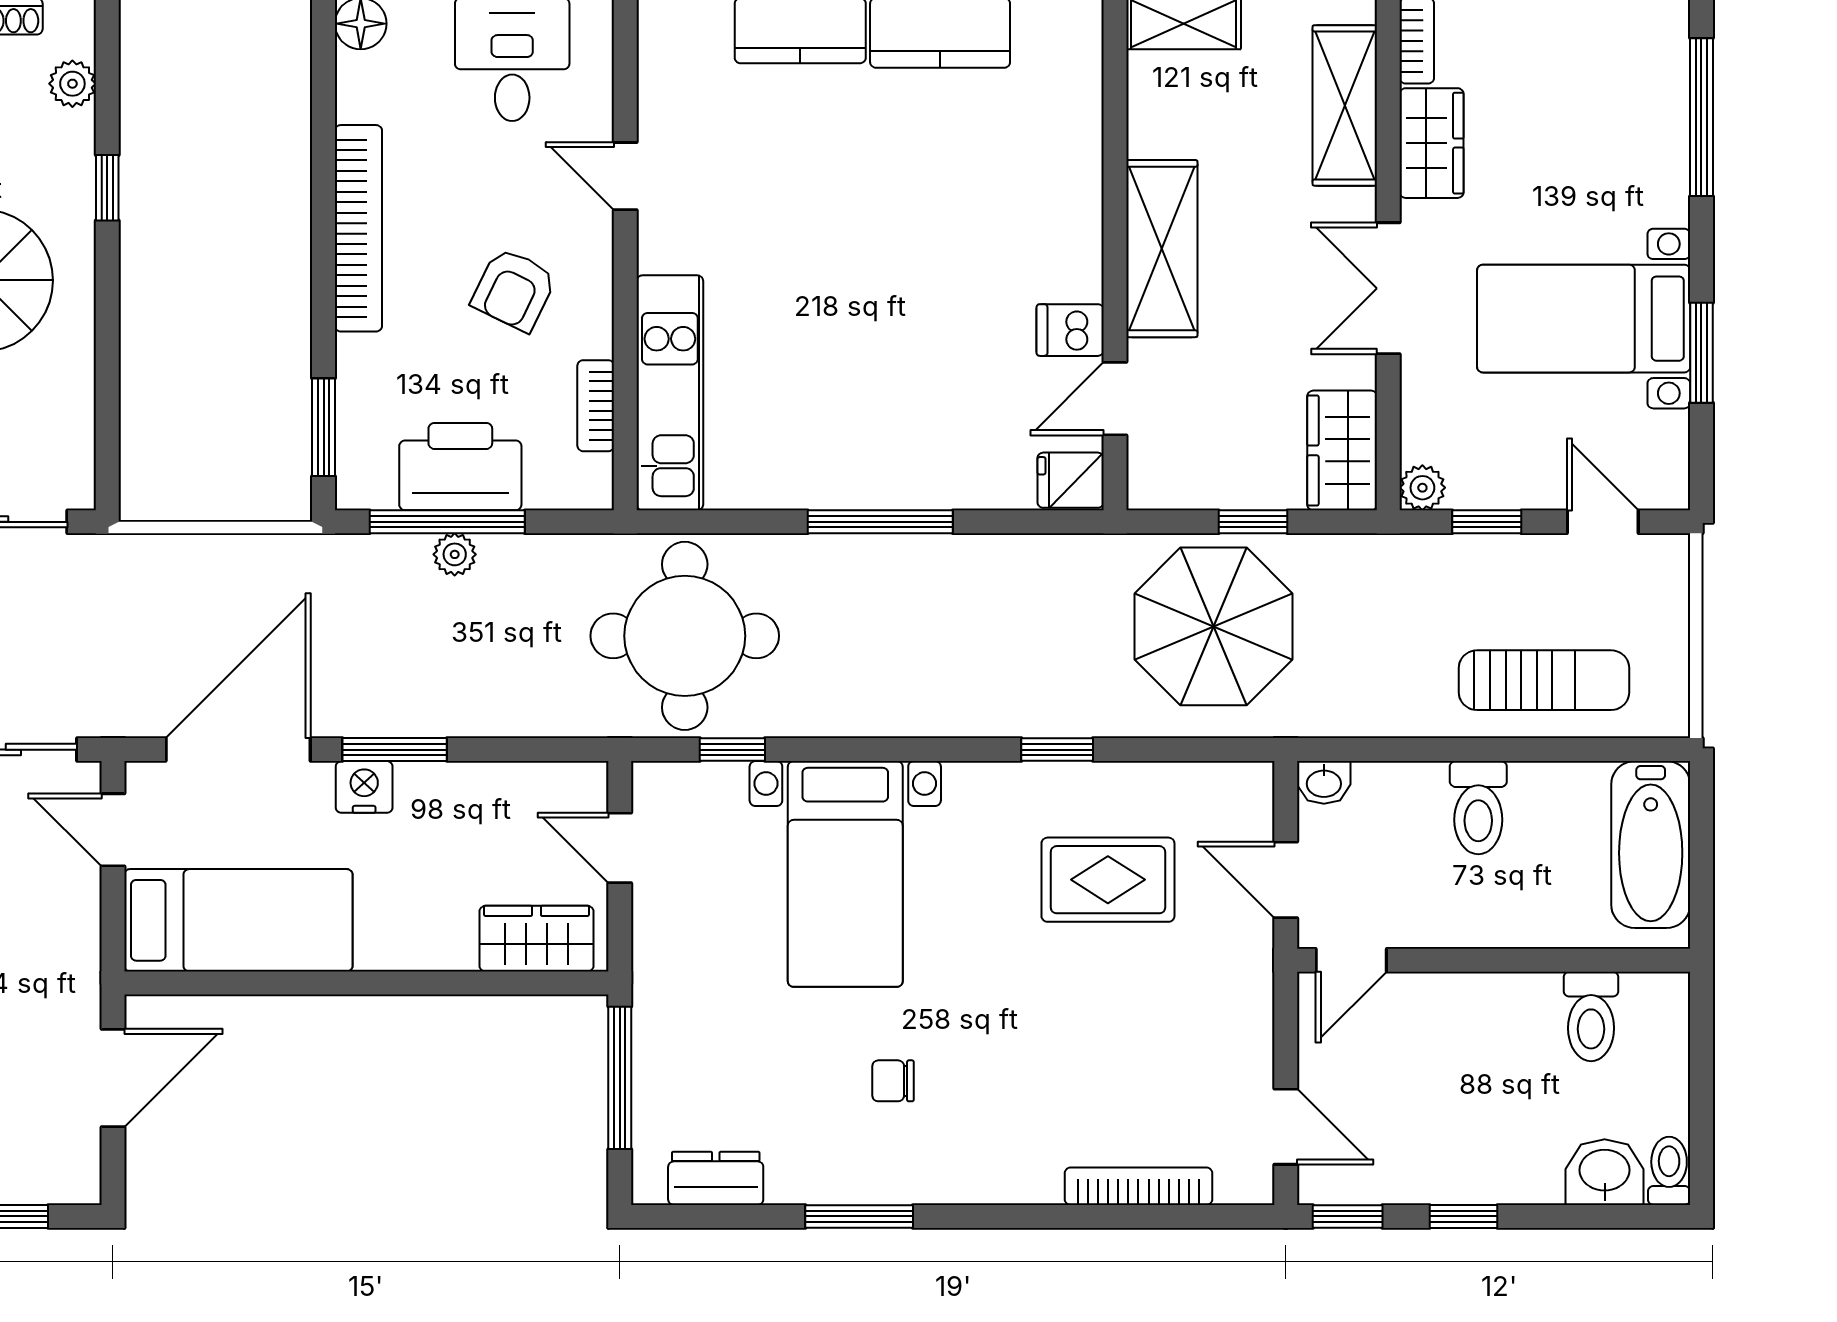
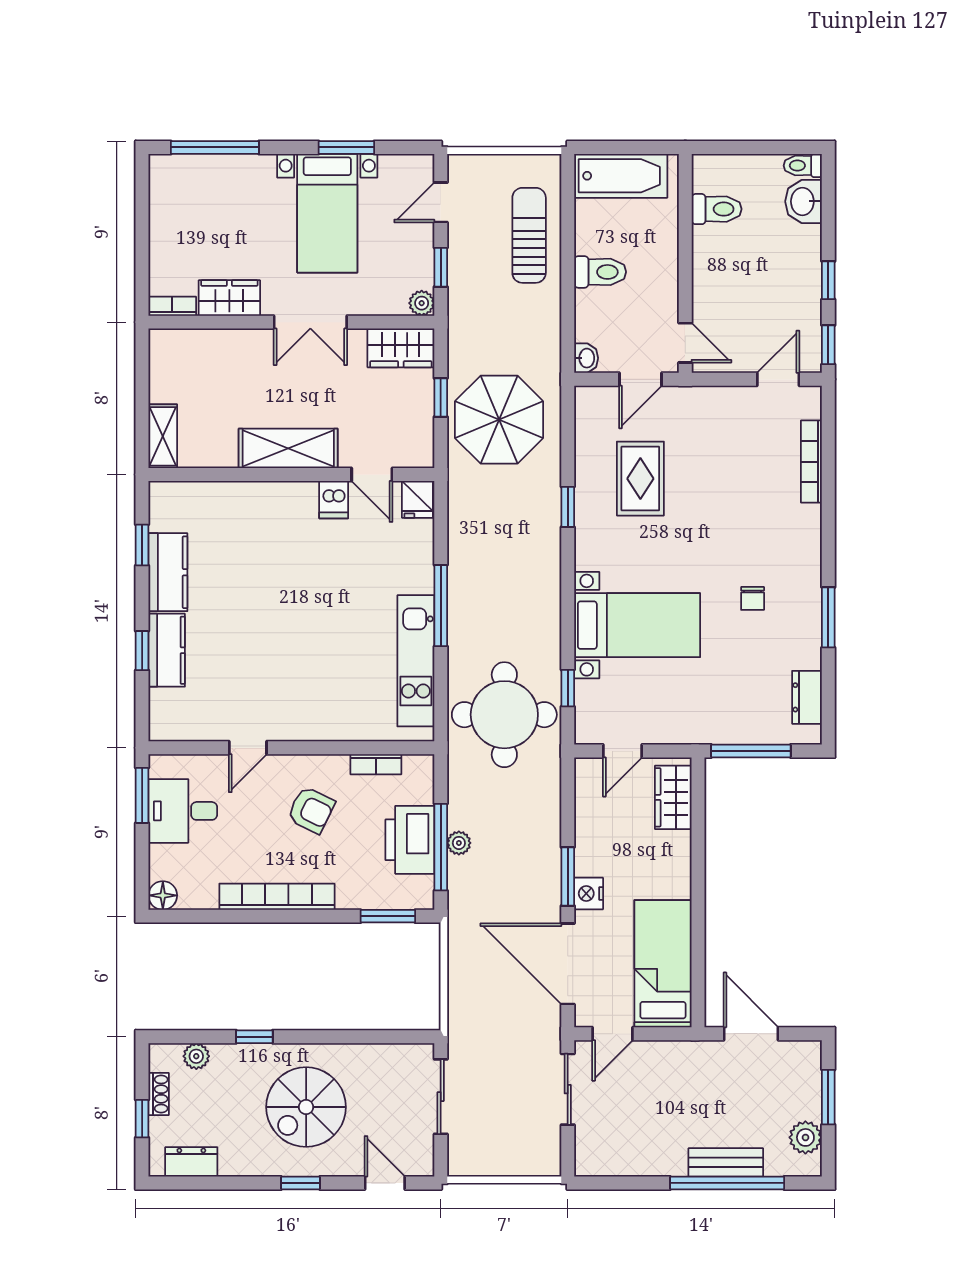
shelving: (1345, 105) -> (208, 346), removed
kitchen unit: (670, 393) -> (416, 661), moved, turned -90

